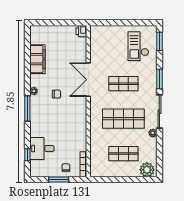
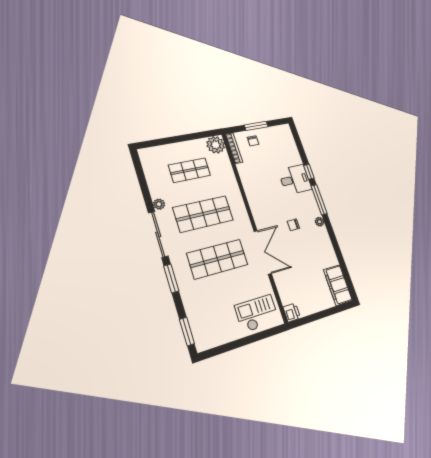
checkout: (138, 46) -> (257, 313), moved, turned -90
filing cabinet: (37, 59) -> (338, 285), moved
shop shelf: (123, 84) -> (218, 259), width x1.43, depth x1.36
desk: (42, 148) -> (295, 180), moved
window: (27, 155) -> (309, 172), moved
plant: (147, 170) -> (216, 145), moved

